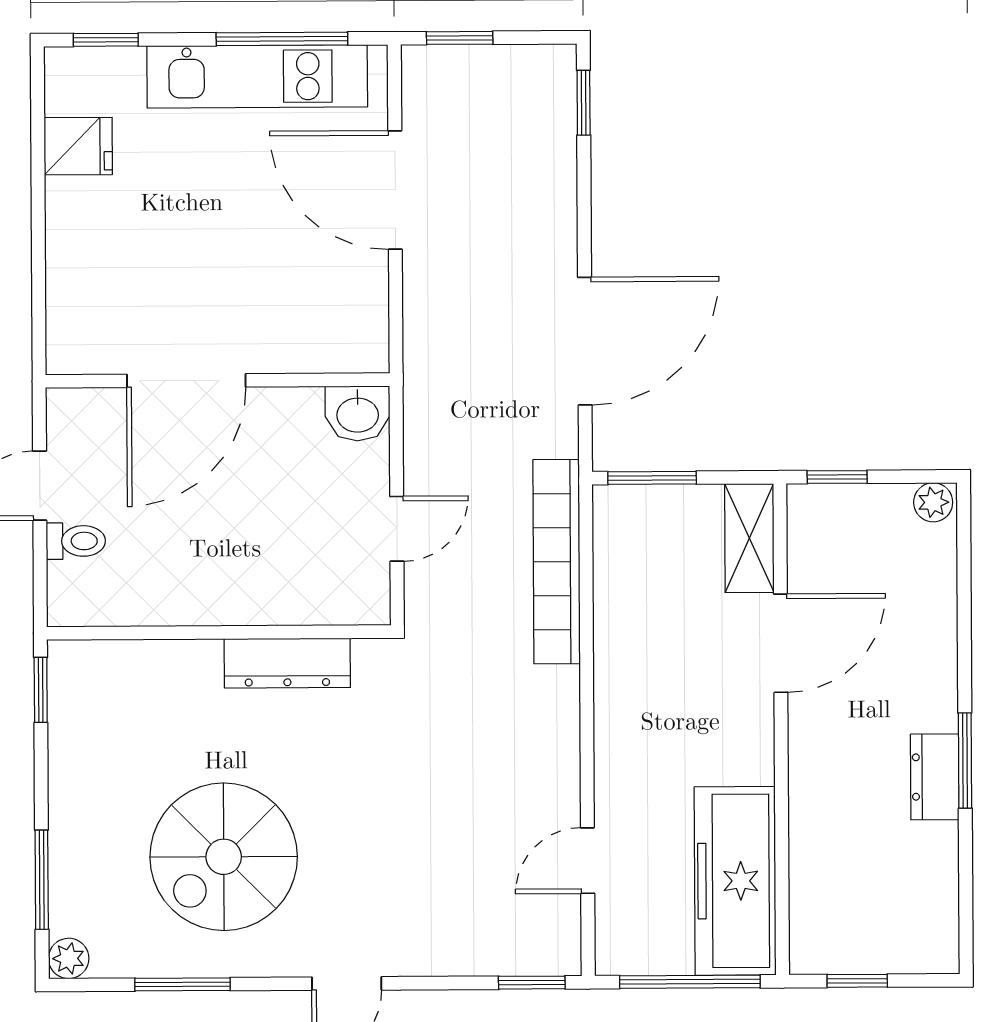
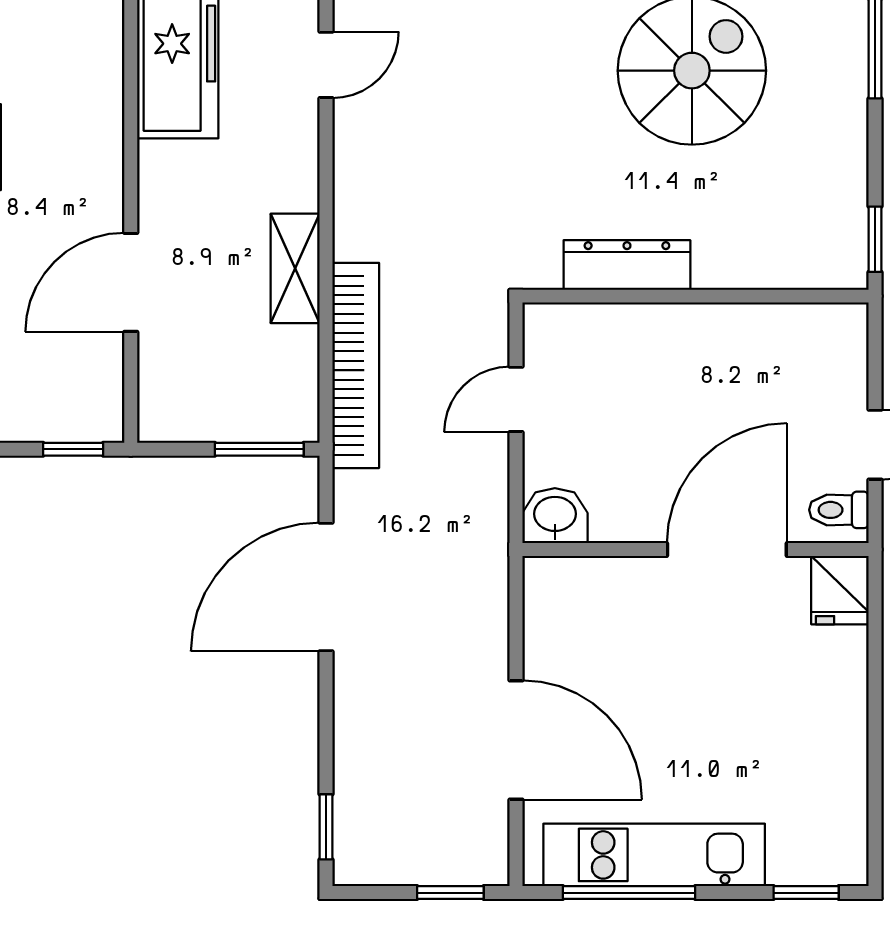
fridge: (78, 146) -> (840, 590), moved, turned -90
shelving: (749, 538) -> (295, 268), moved
toilet: (76, 541) -> (839, 510), moved

